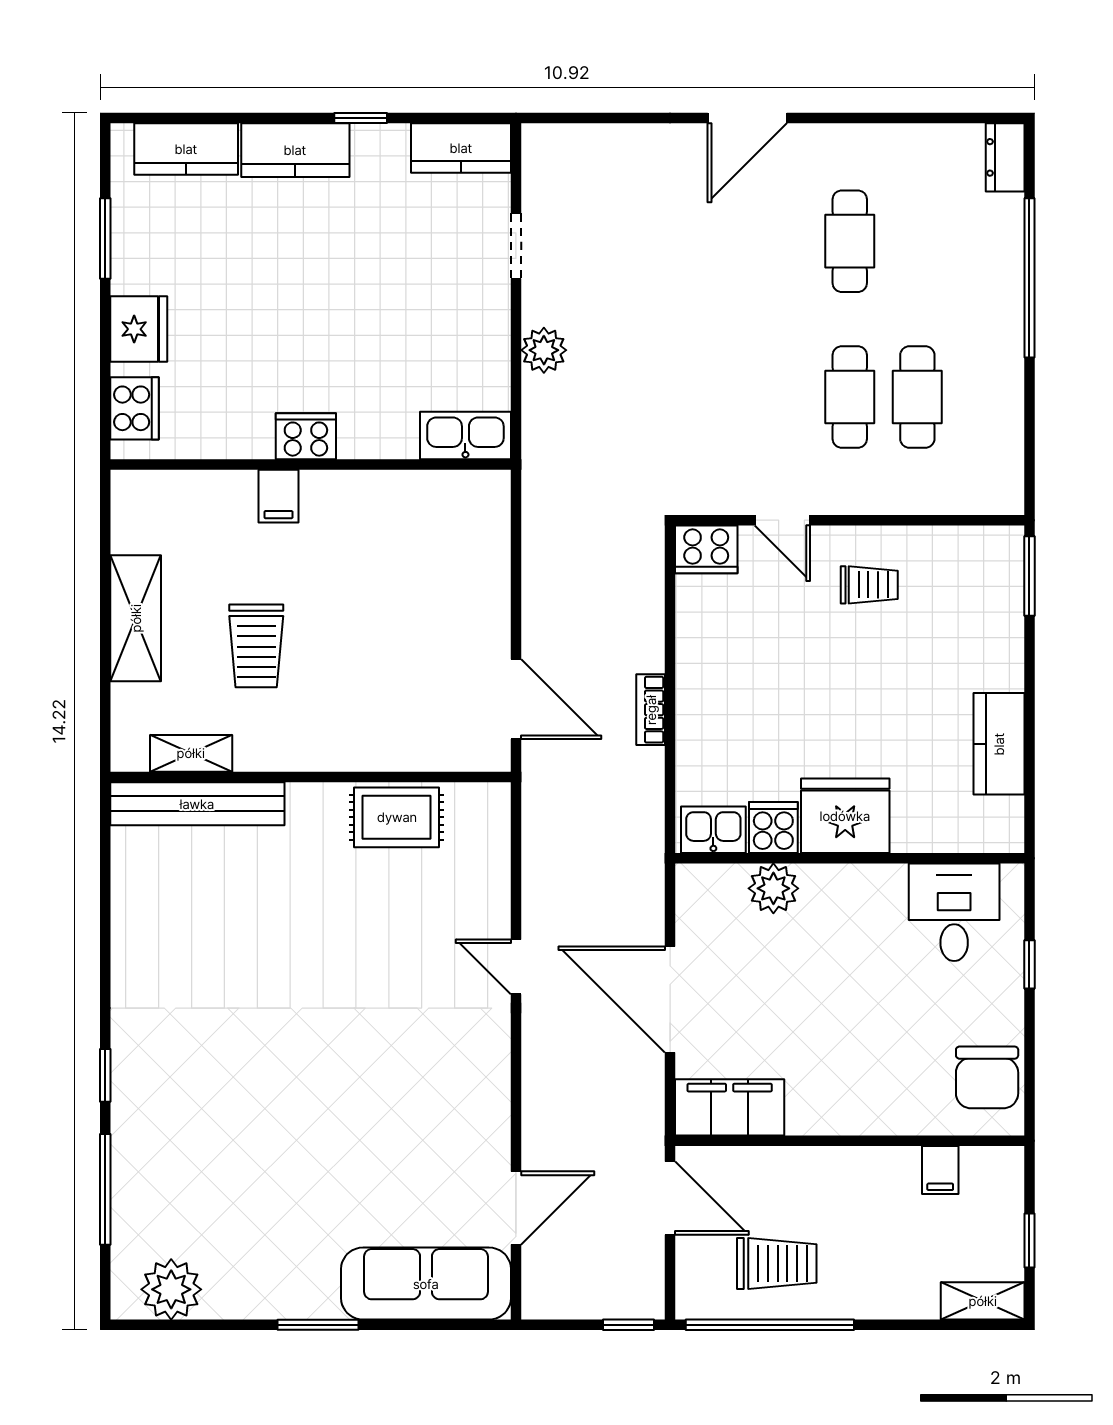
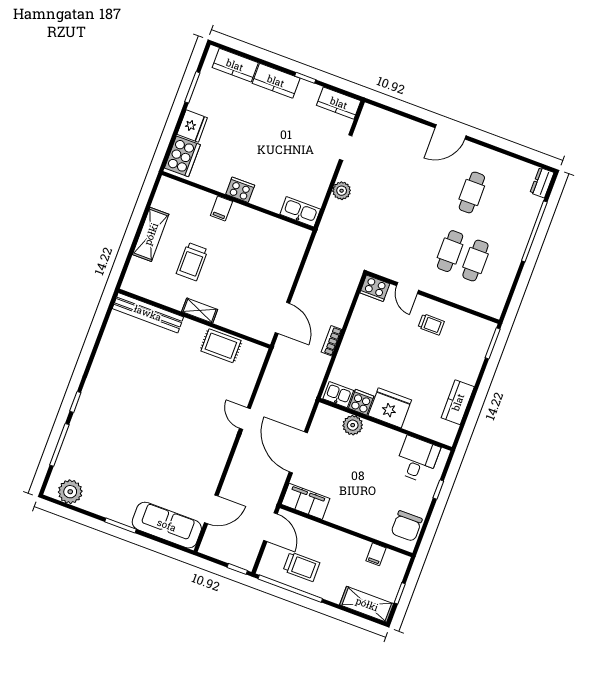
cooker: (134, 408) -> (182, 156), width x1.37, depth x1.31
shelving: (191, 753) -> (200, 310), moved
shelving: (983, 1301) -> (367, 604), width x1.50, depth x1.33

